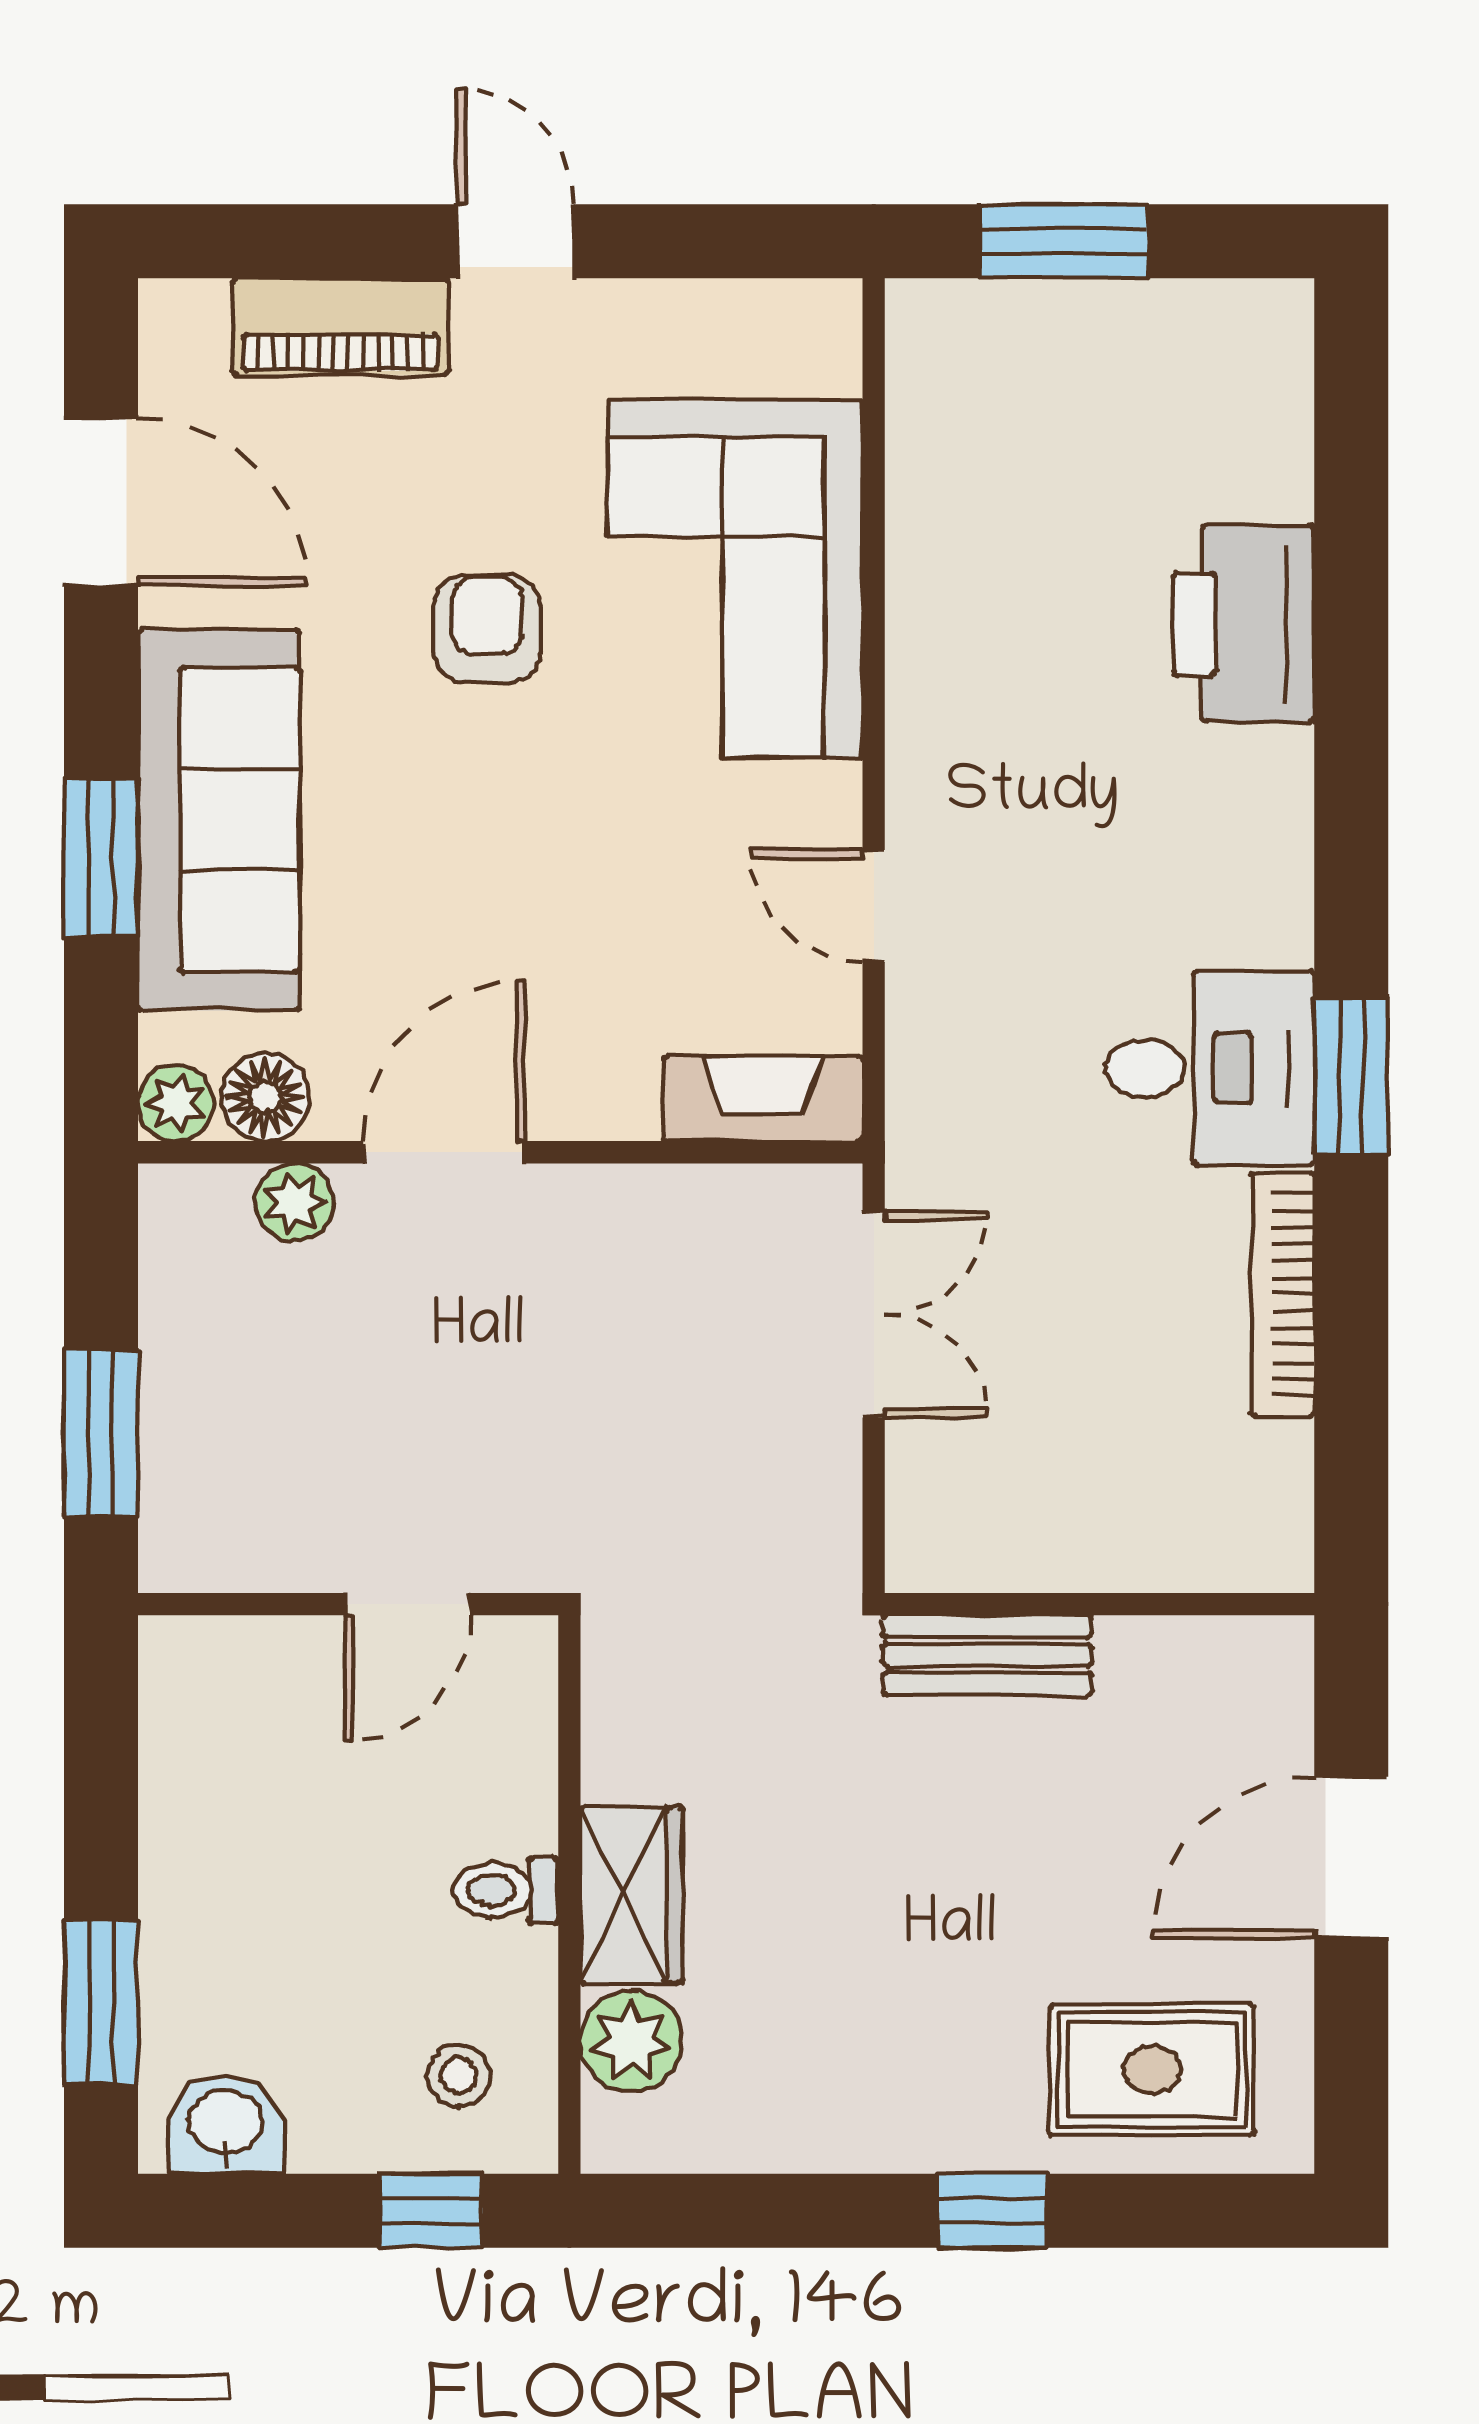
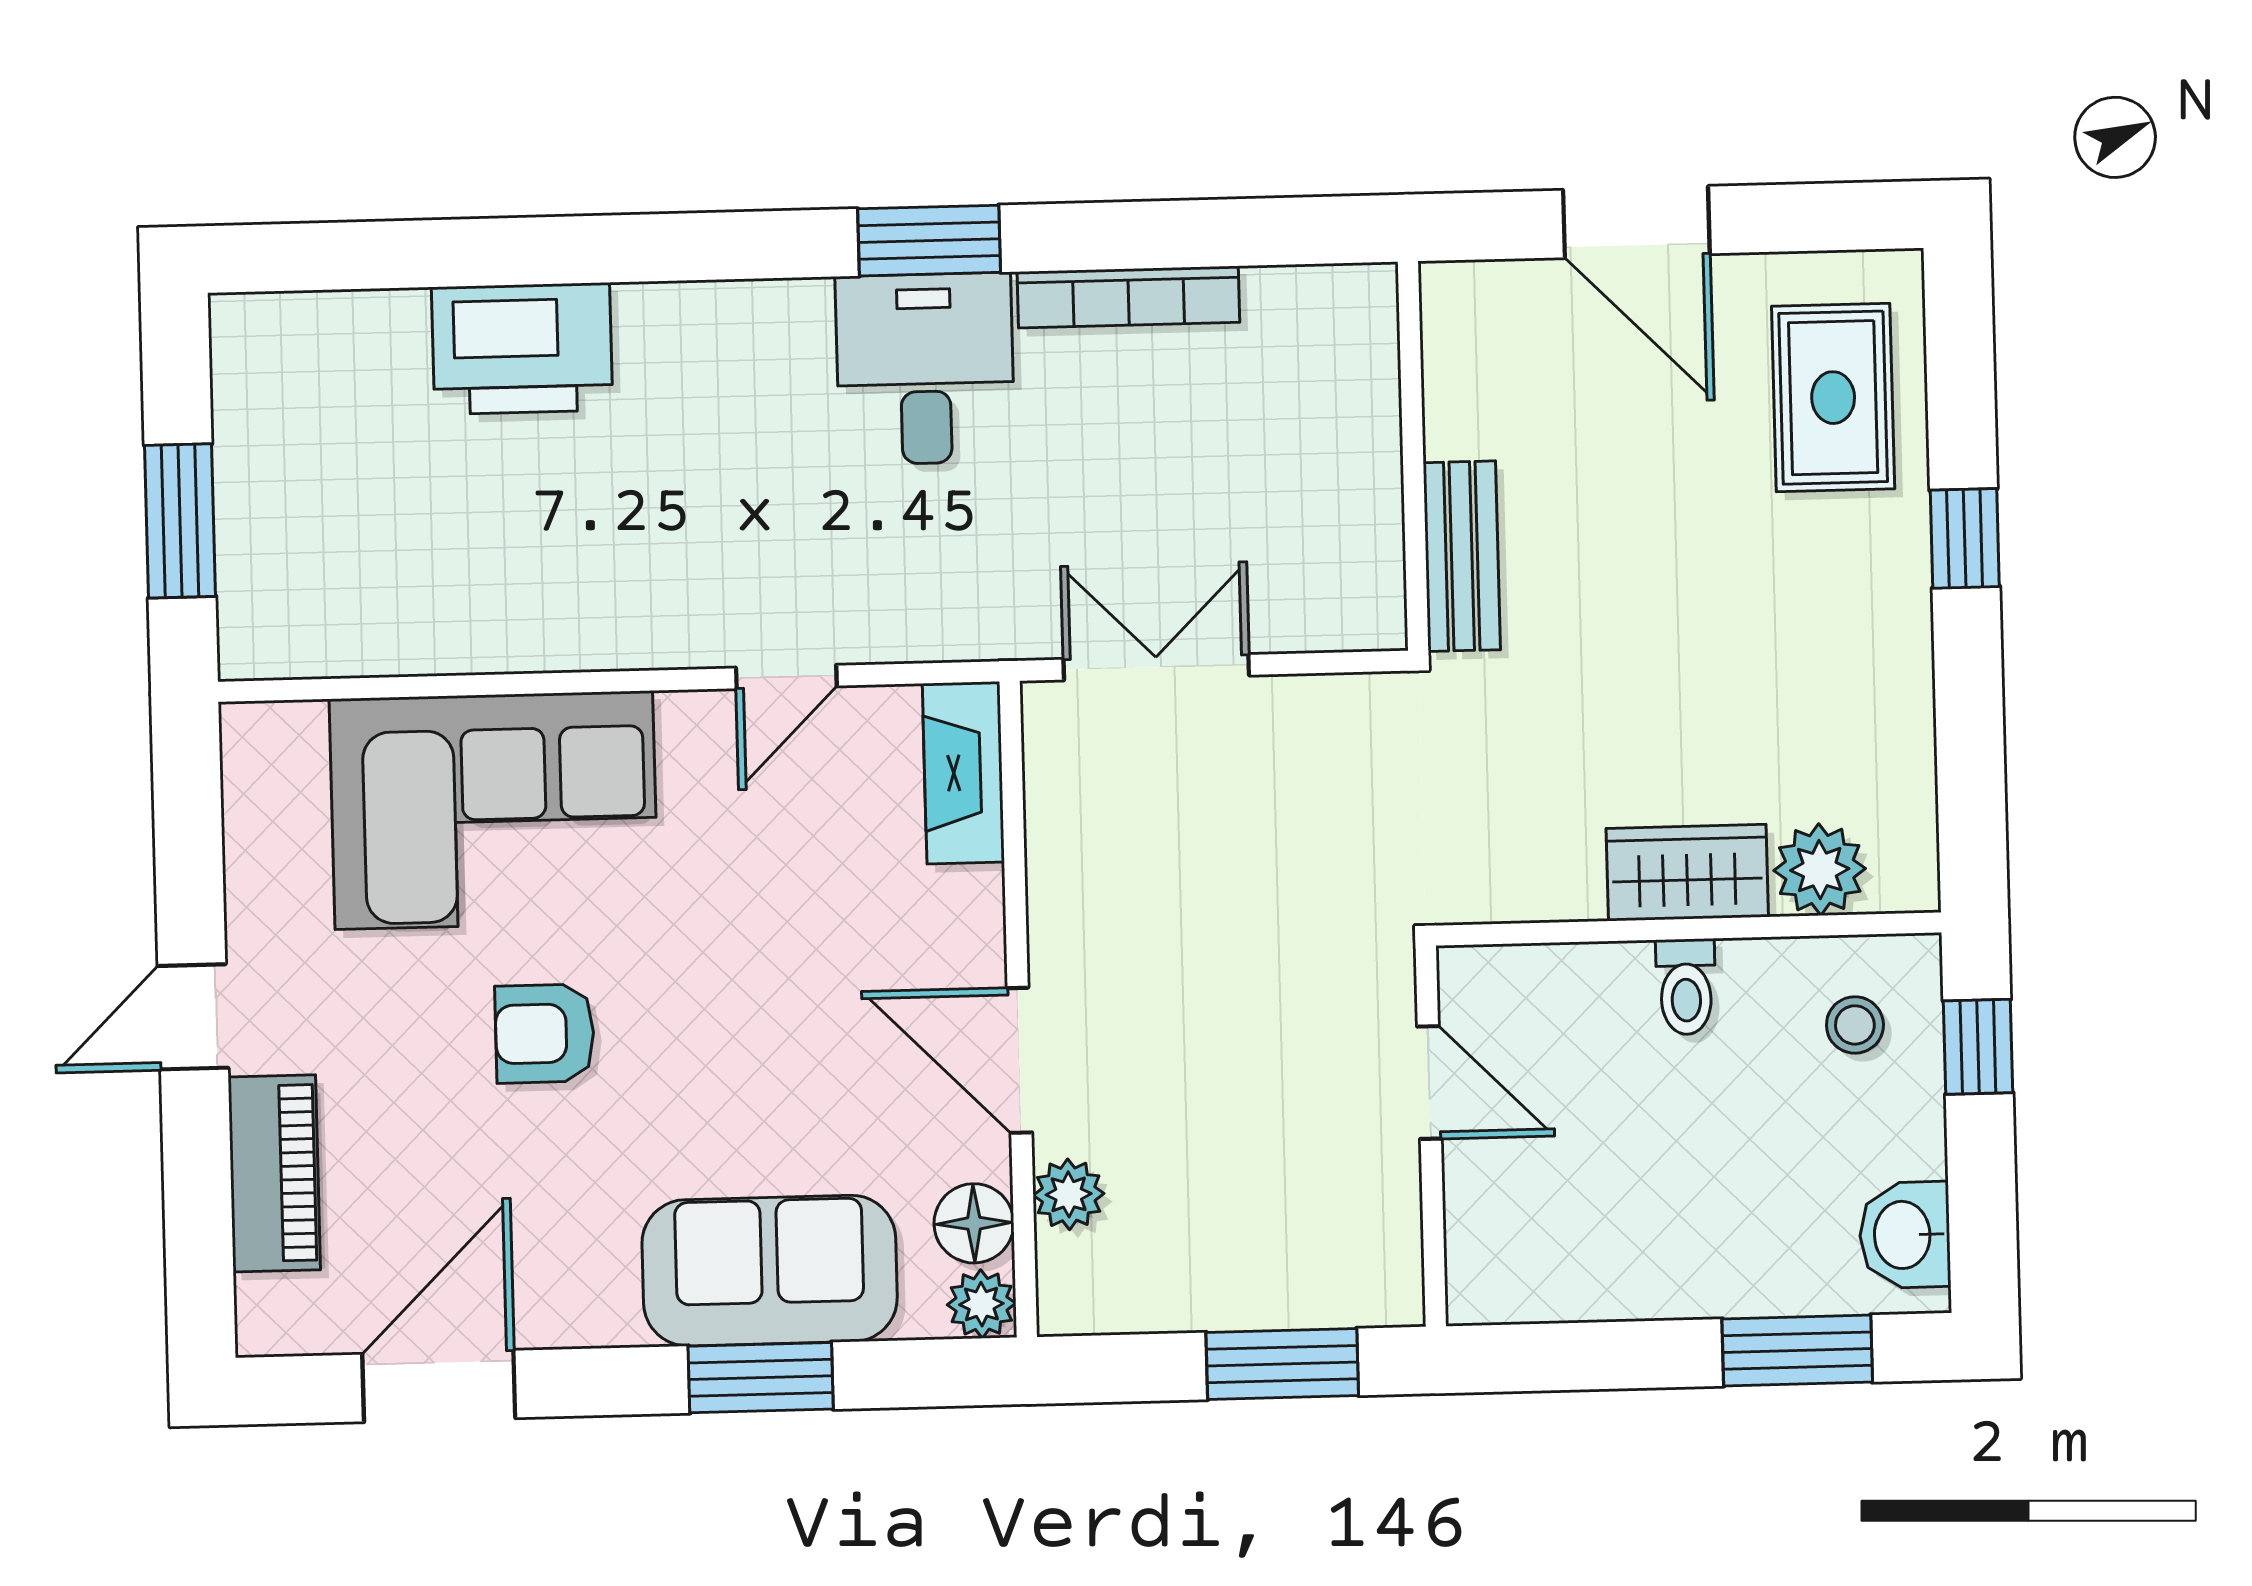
sofa: (219, 820) -> (770, 1271), width x0.73

